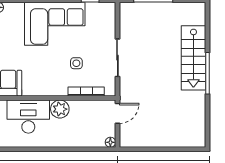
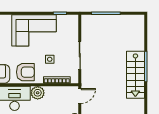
stairs: (193, 58) -> (135, 75), moved
armchair: (43, 81) -> (25, 72), added

